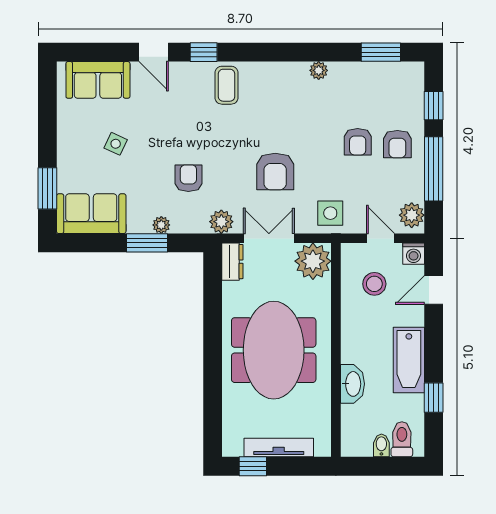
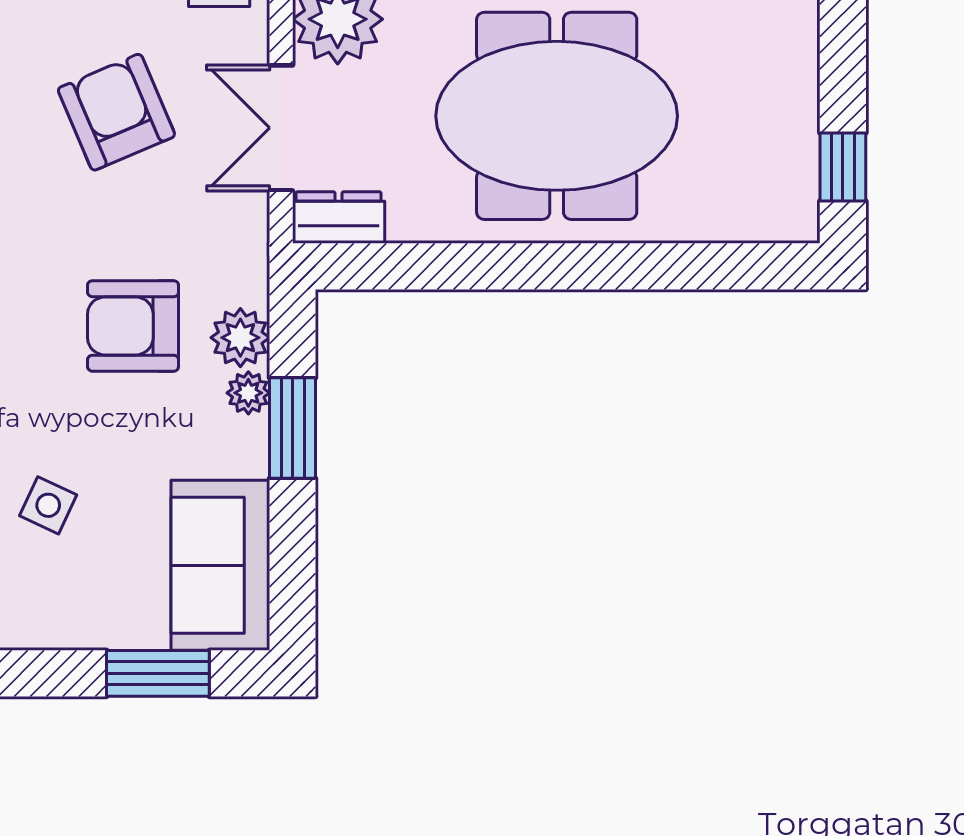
armchair: (275, 171) -> (116, 112), turned -113
armchair: (188, 178) -> (133, 326), width x1.38, depth x1.38
plant: (221, 222) -> (240, 338), moved
tv unit: (279, 448) -> (797, 104), removed

